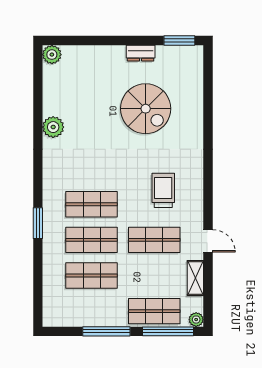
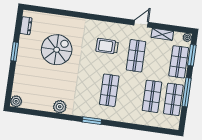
window: (179, 41) -> (15, 51), moved
dresser: (141, 53) -> (26, 26), moved
window: (38, 223) -> (92, 121), moved
shop shelf: (92, 240) -> (173, 99), moved
window: (168, 331) -> (192, 55), width x0.69

